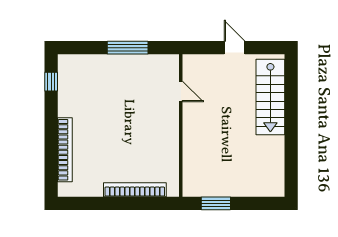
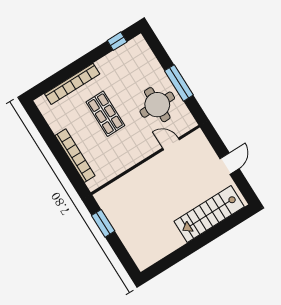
round table: (135, 81) -> (157, 105), added
door: (181, 92) -> (171, 144), swing flipped
shop shelf: (113, 136) -> (105, 114), added

